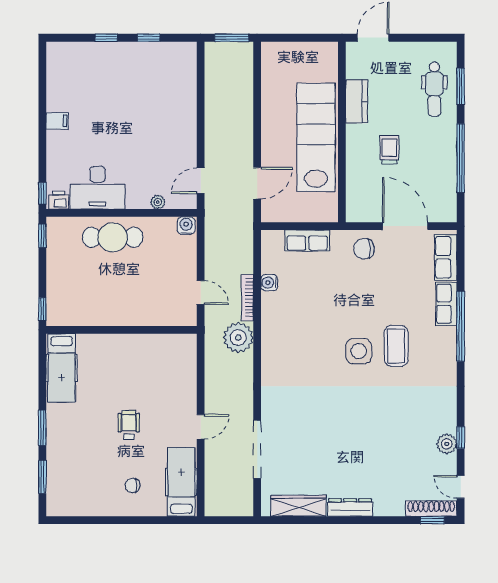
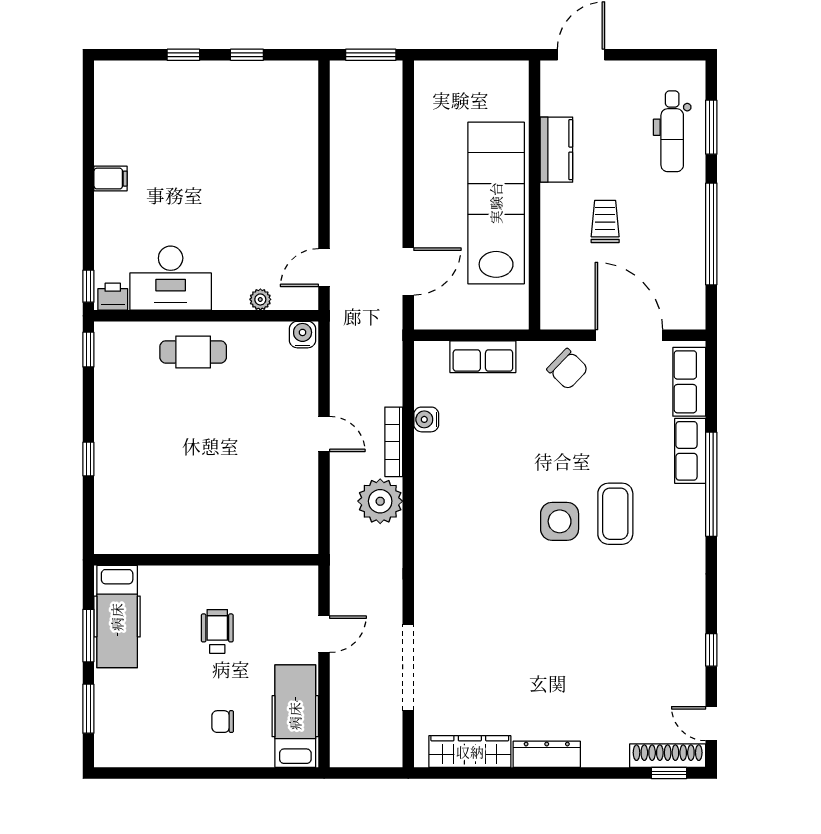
cafe table: (113, 237) -> (193, 352), width x0.73, depth x0.74
chair: (364, 249) -> (568, 369), turned -130
wall: (121, 330) -> (206, 560), moved
hospital bed: (62, 368) -> (117, 617), moved
plant: (447, 444) -> (691, 660), removed

